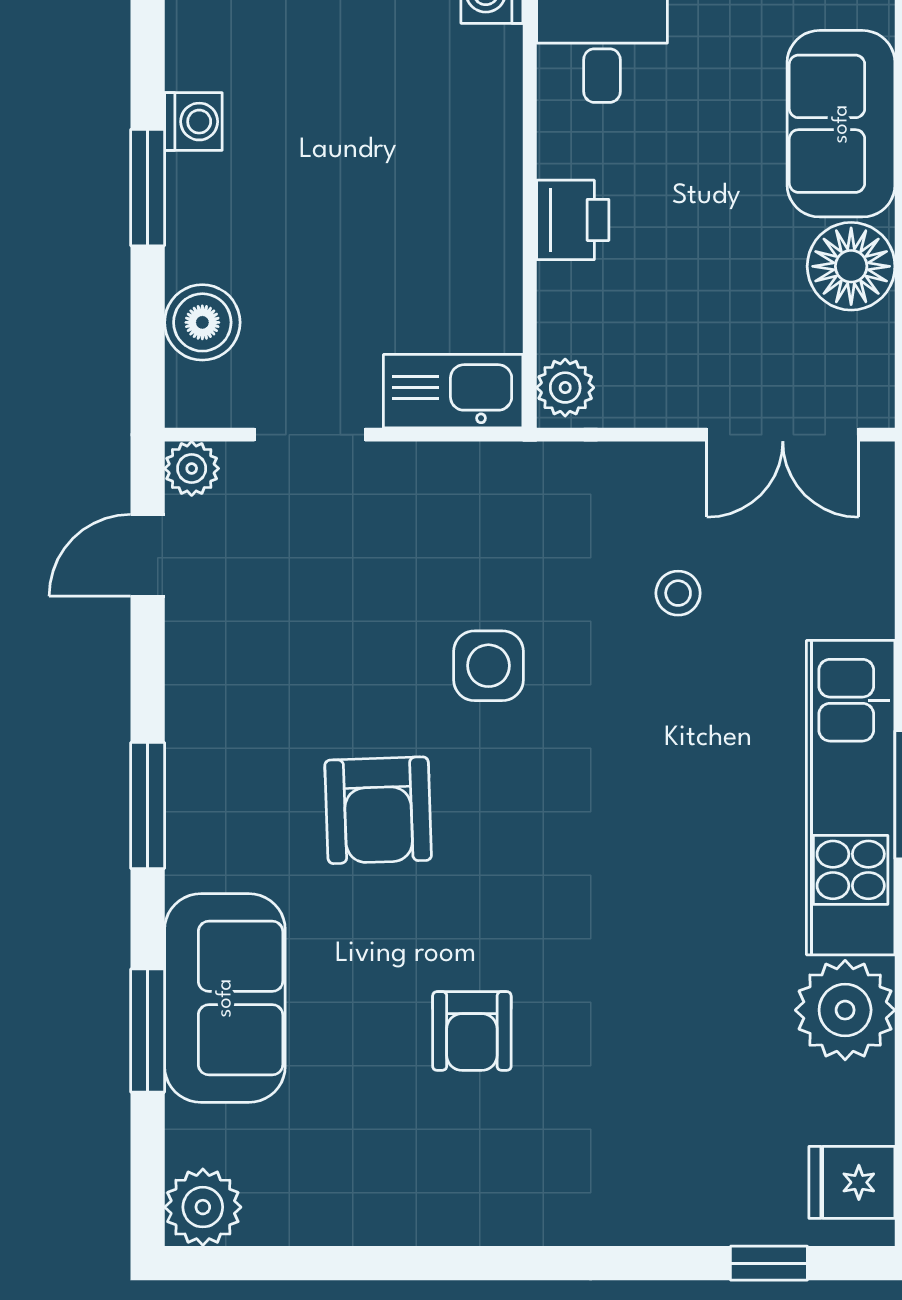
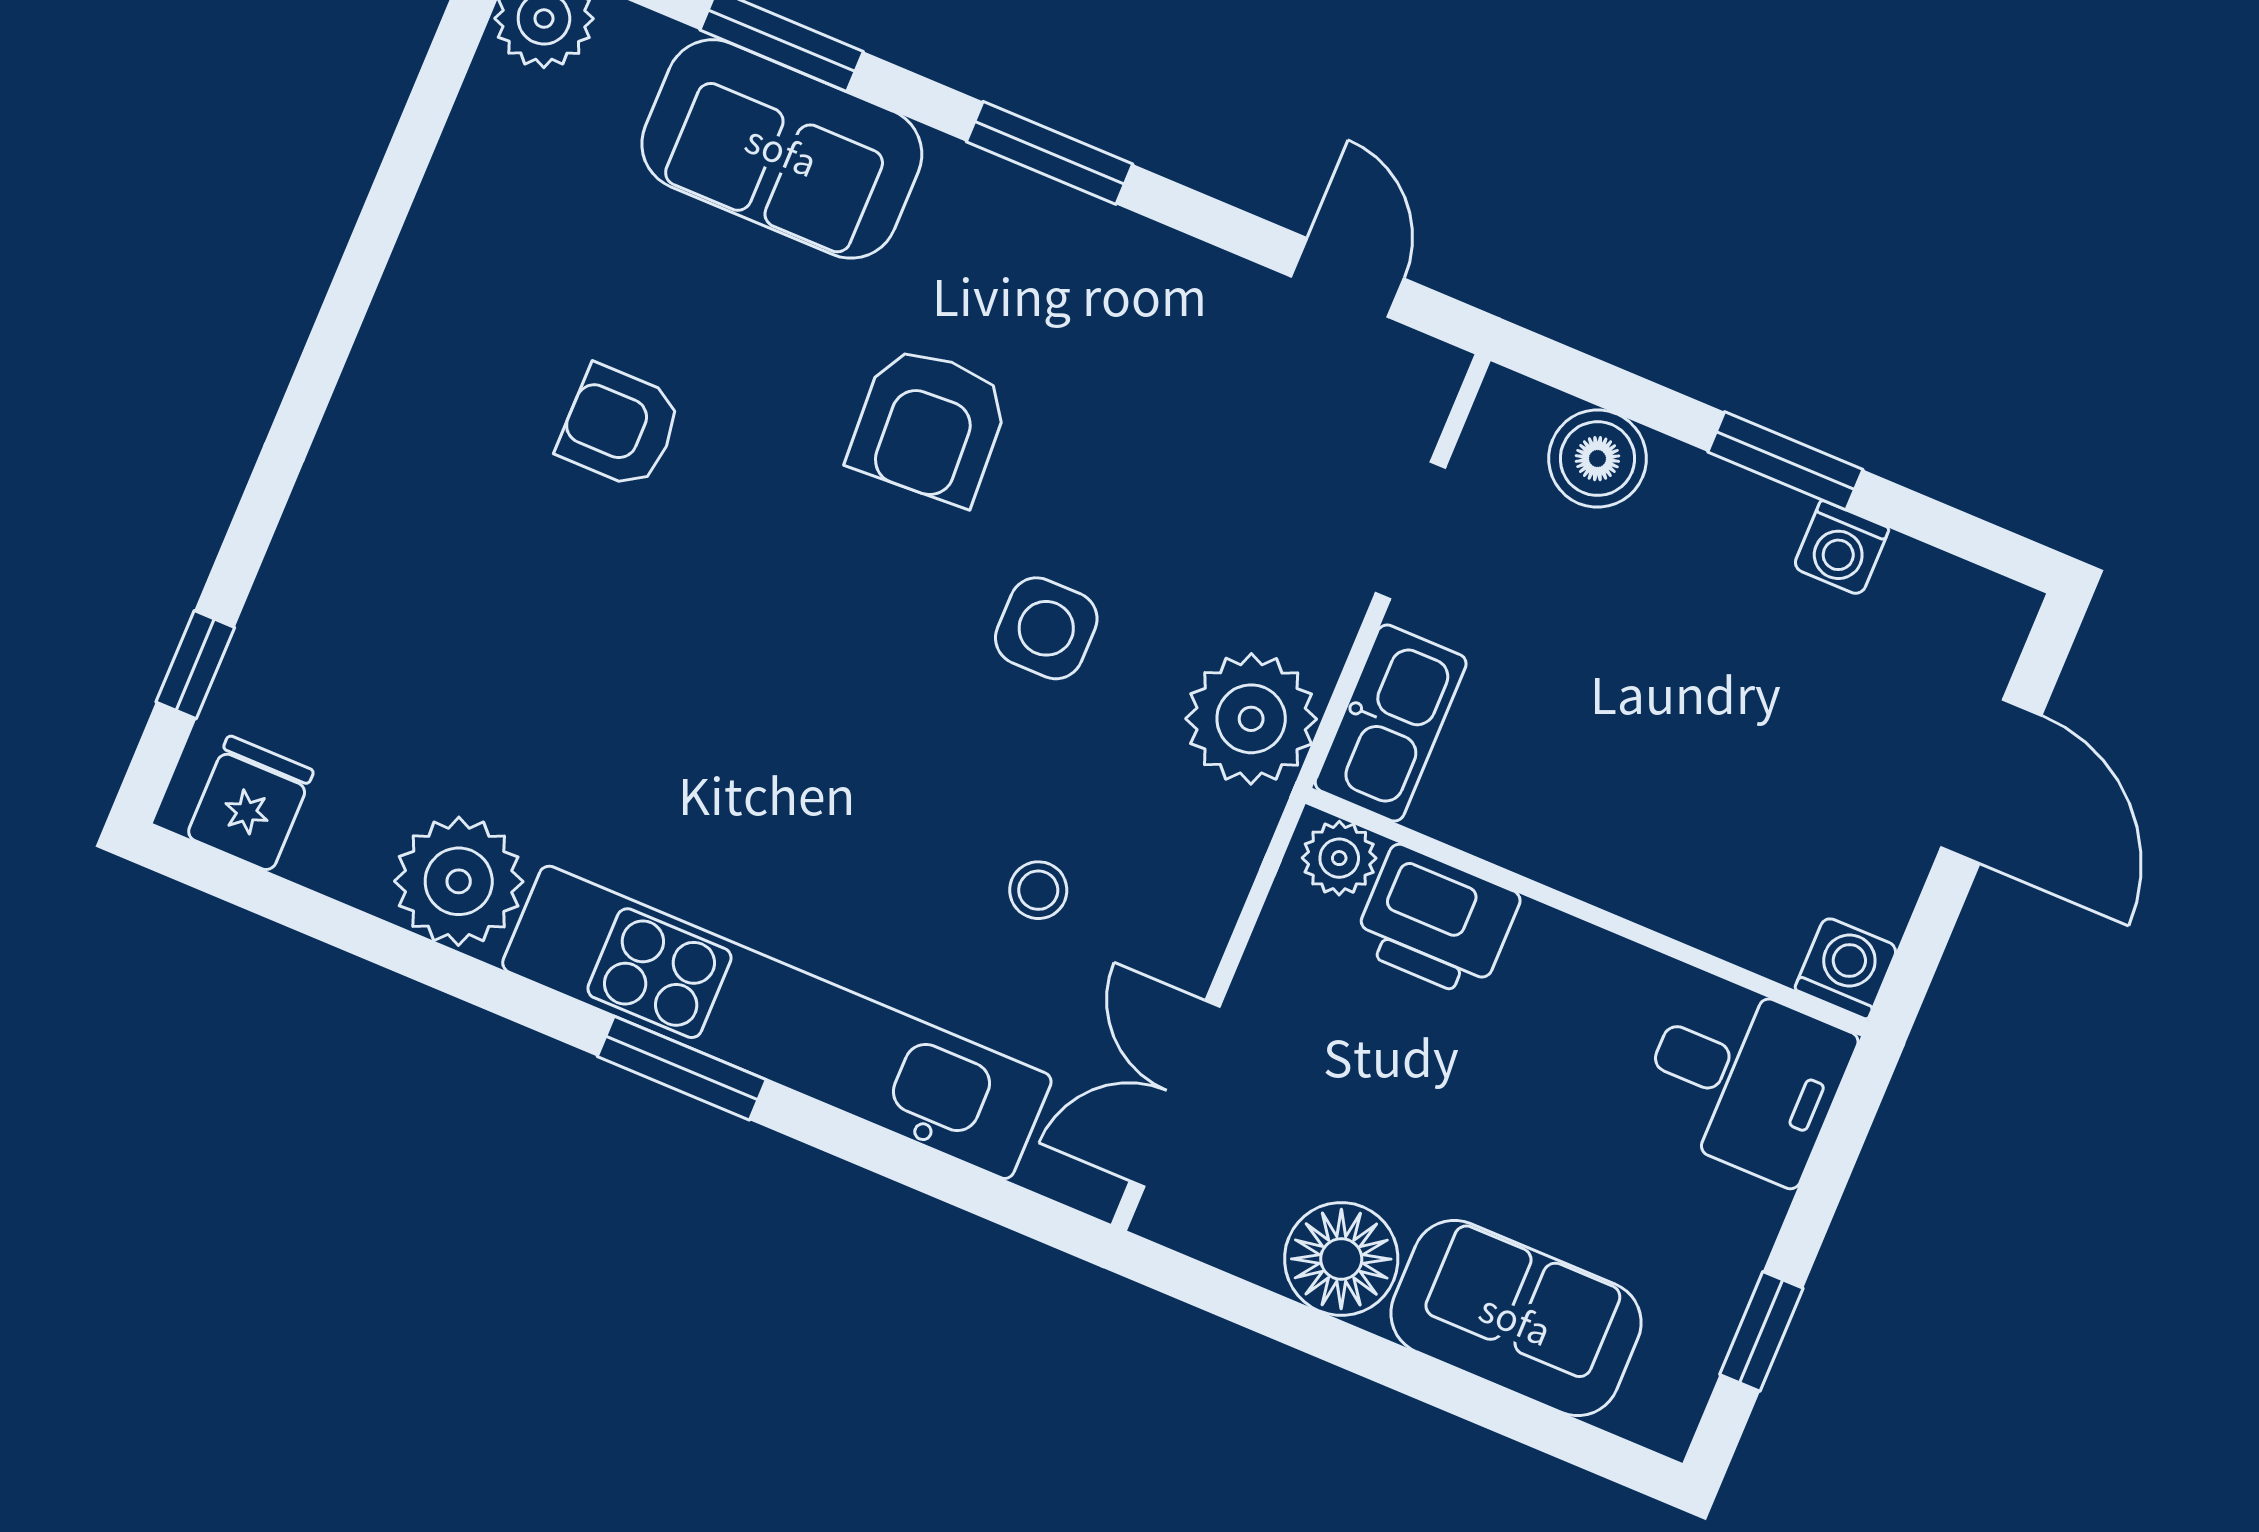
printer: (573, 220) -> (1436, 921), moved, width x1.36, depth x1.24
plant: (192, 468) -> (1251, 719), moved, width x1.87, depth x1.87
kitchen unit: (851, 798) -> (777, 1022), width x1.36
armchair: (378, 810) -> (929, 425), turned -91

